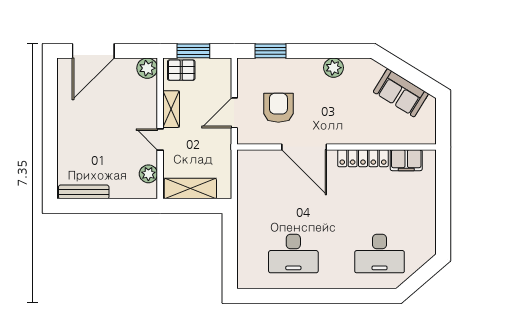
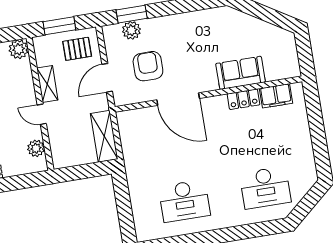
plant: (334, 68) -> (131, 30), moved
pallet: (181, 70) -> (77, 49), moved
sofa: (401, 93) -> (241, 73), moved, turned 148
locker: (363, 158) -> (243, 99), width x0.66
shelving: (190, 189) -> (104, 136), moved, turned 90

